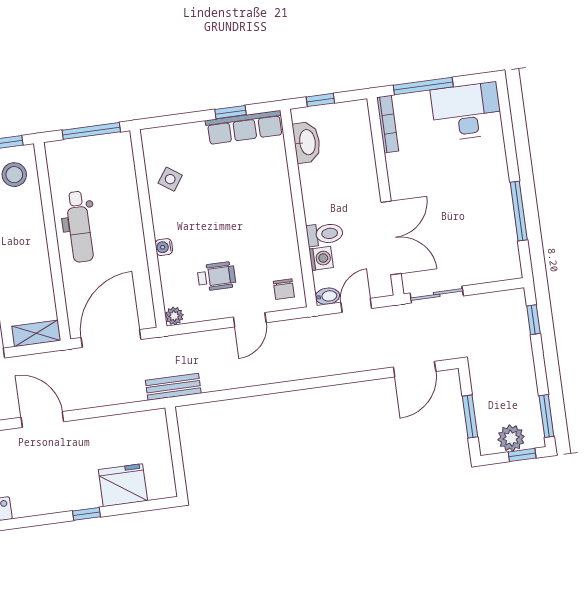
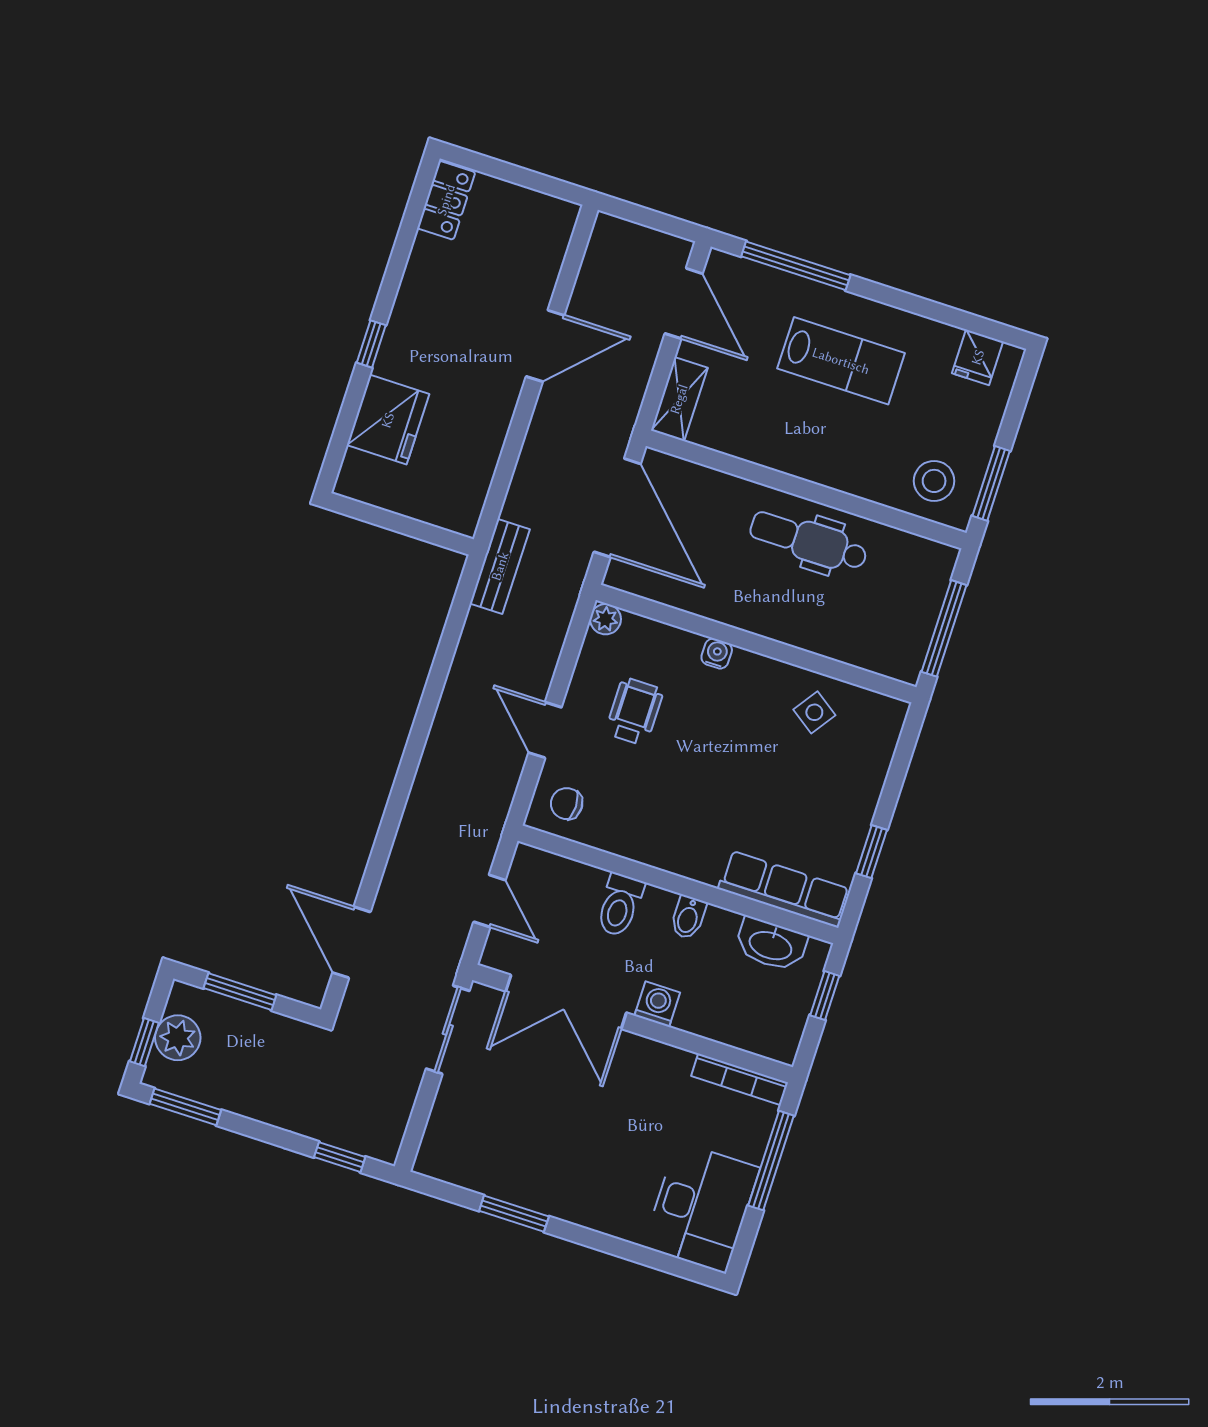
row of seats: (244, 127) -> (784, 889), moved, turned 90
window: (519, 211) -> (514, 1214), width x0.69
washing machine: (321, 258) -> (657, 1004), moved, turned 180
wheelchair: (217, 276) -> (634, 711), turned 180
bidet: (327, 296) -> (688, 917), moved

